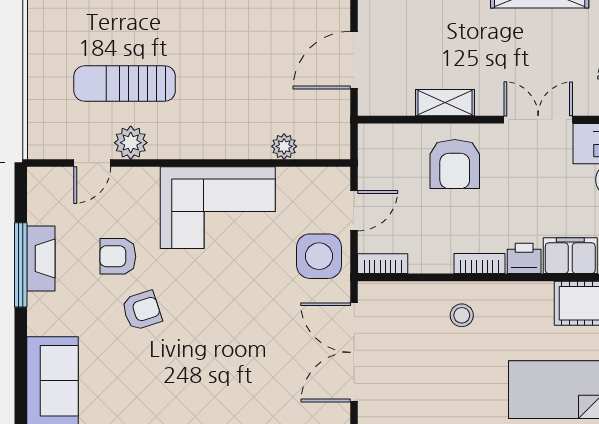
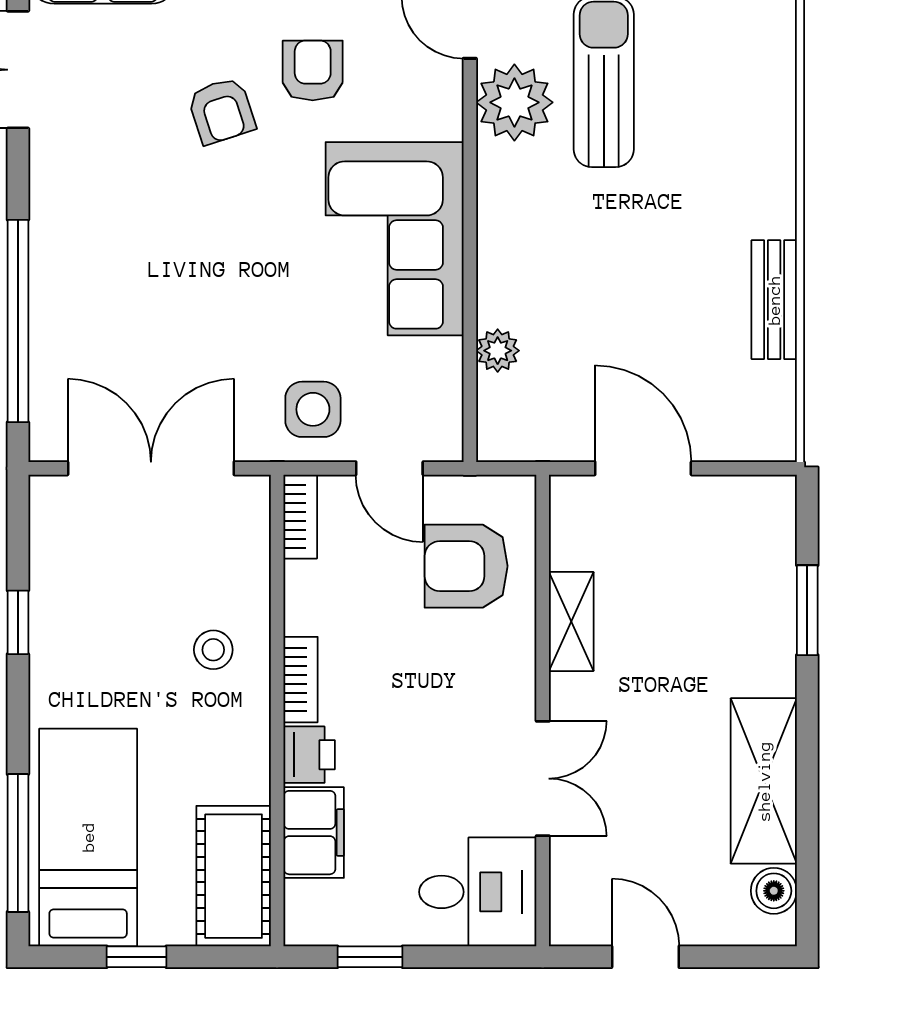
plant: (131, 143) -> (514, 102), width x1.36, depth x1.36
armchair: (455, 164) -> (466, 566), moved
side table: (319, 256) -> (313, 409), width x0.73, depth x0.73

